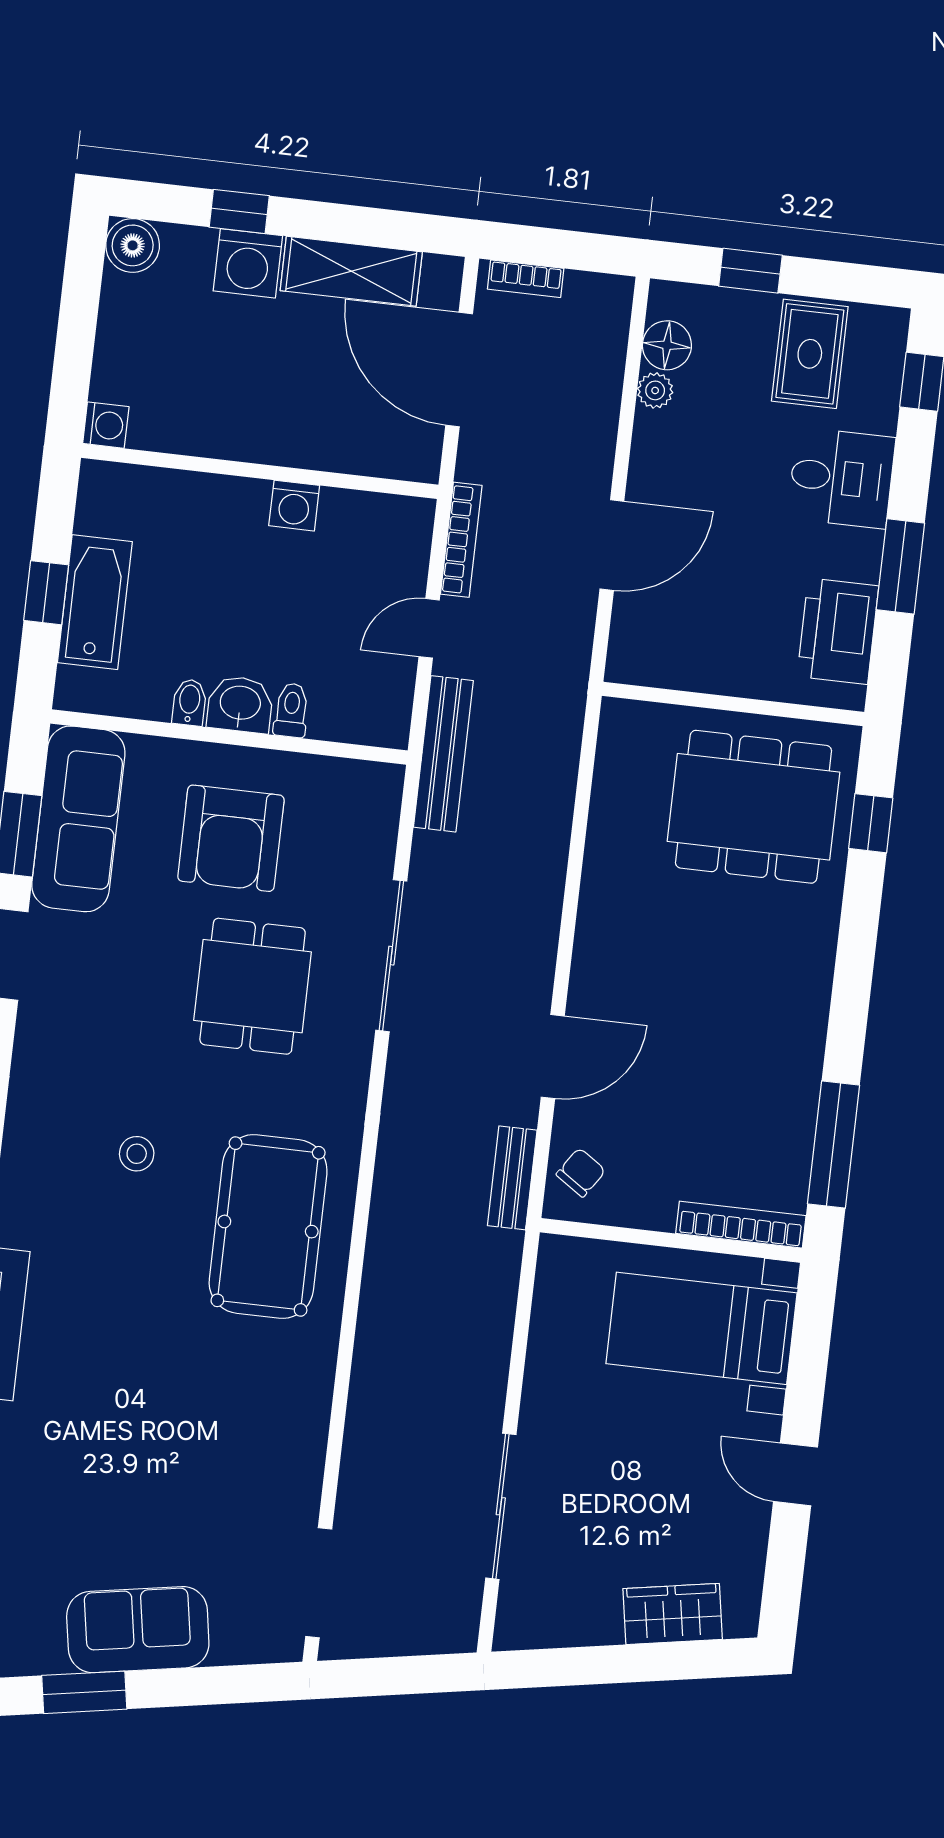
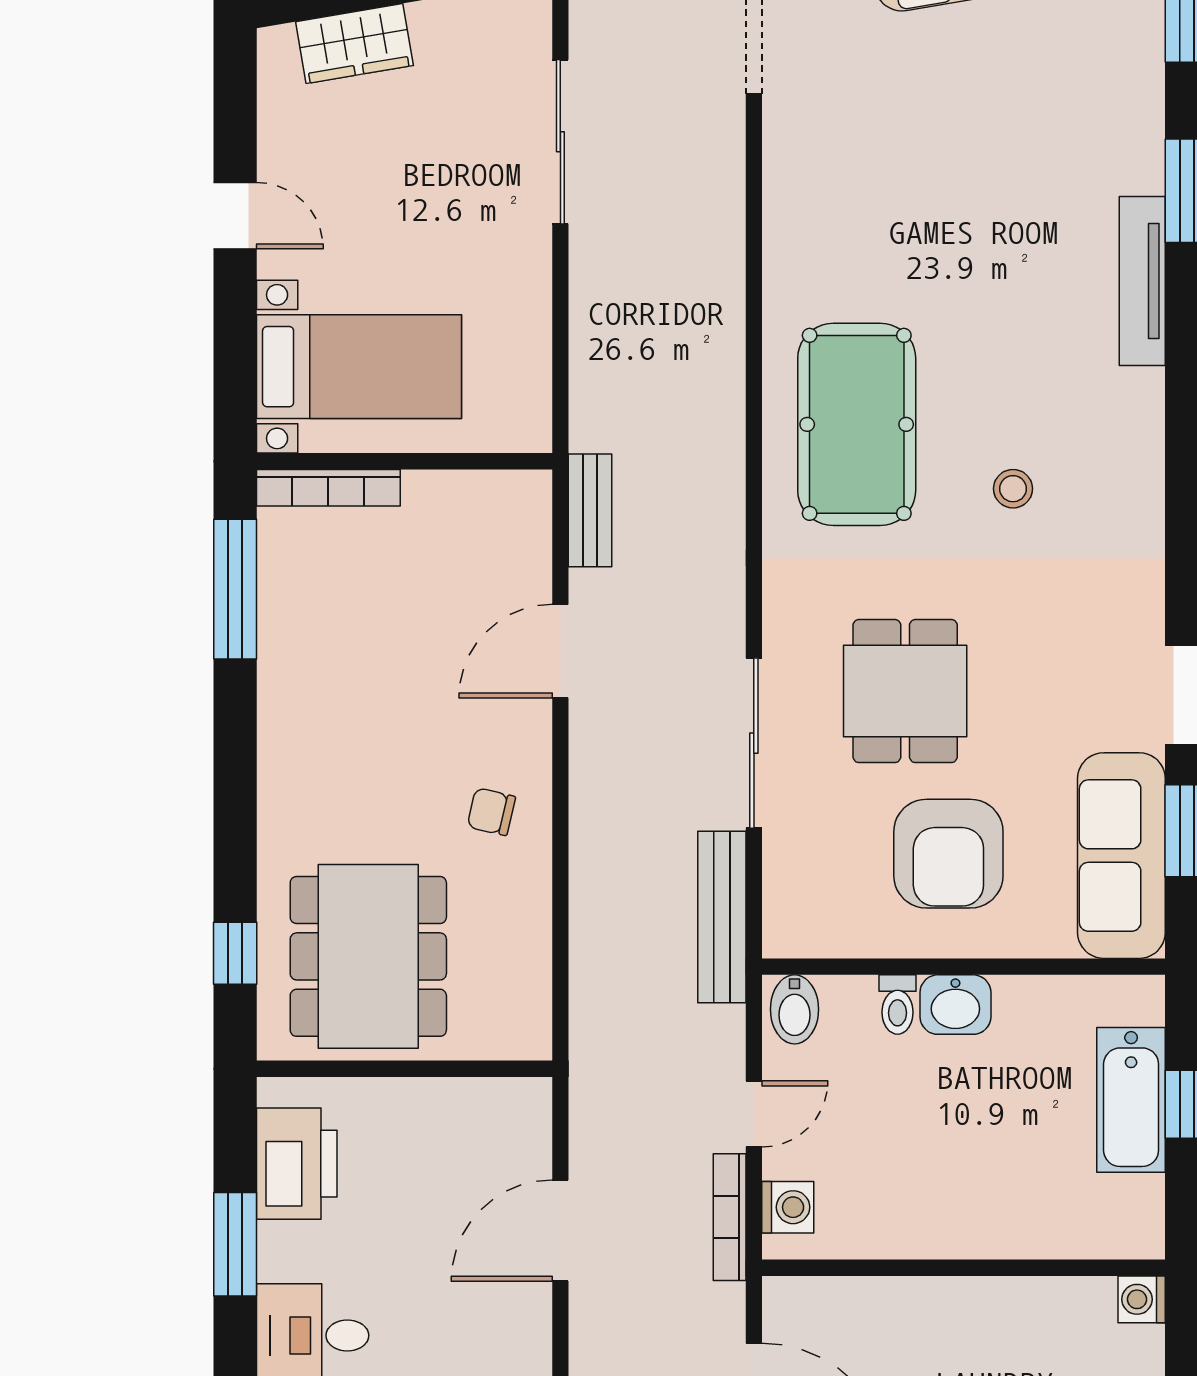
washing machine: (294, 506) -> (788, 1207), moved, turned 90
bidet: (189, 702) -> (795, 1009), moved, width x1.38, depth x1.36
bench: (443, 754) -> (722, 917), moved
dining table: (754, 807) -> (368, 956), turned 90
armchair: (231, 838) -> (948, 854), turned 180
chair: (581, 1172) -> (491, 812), moved, turned 69

